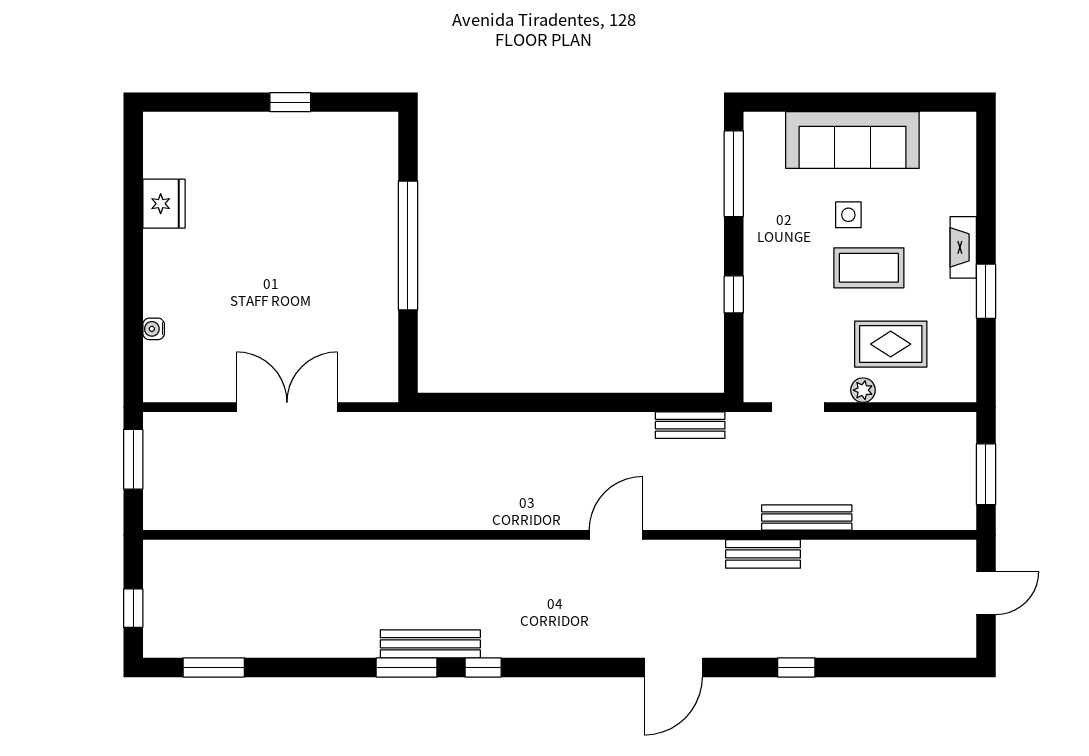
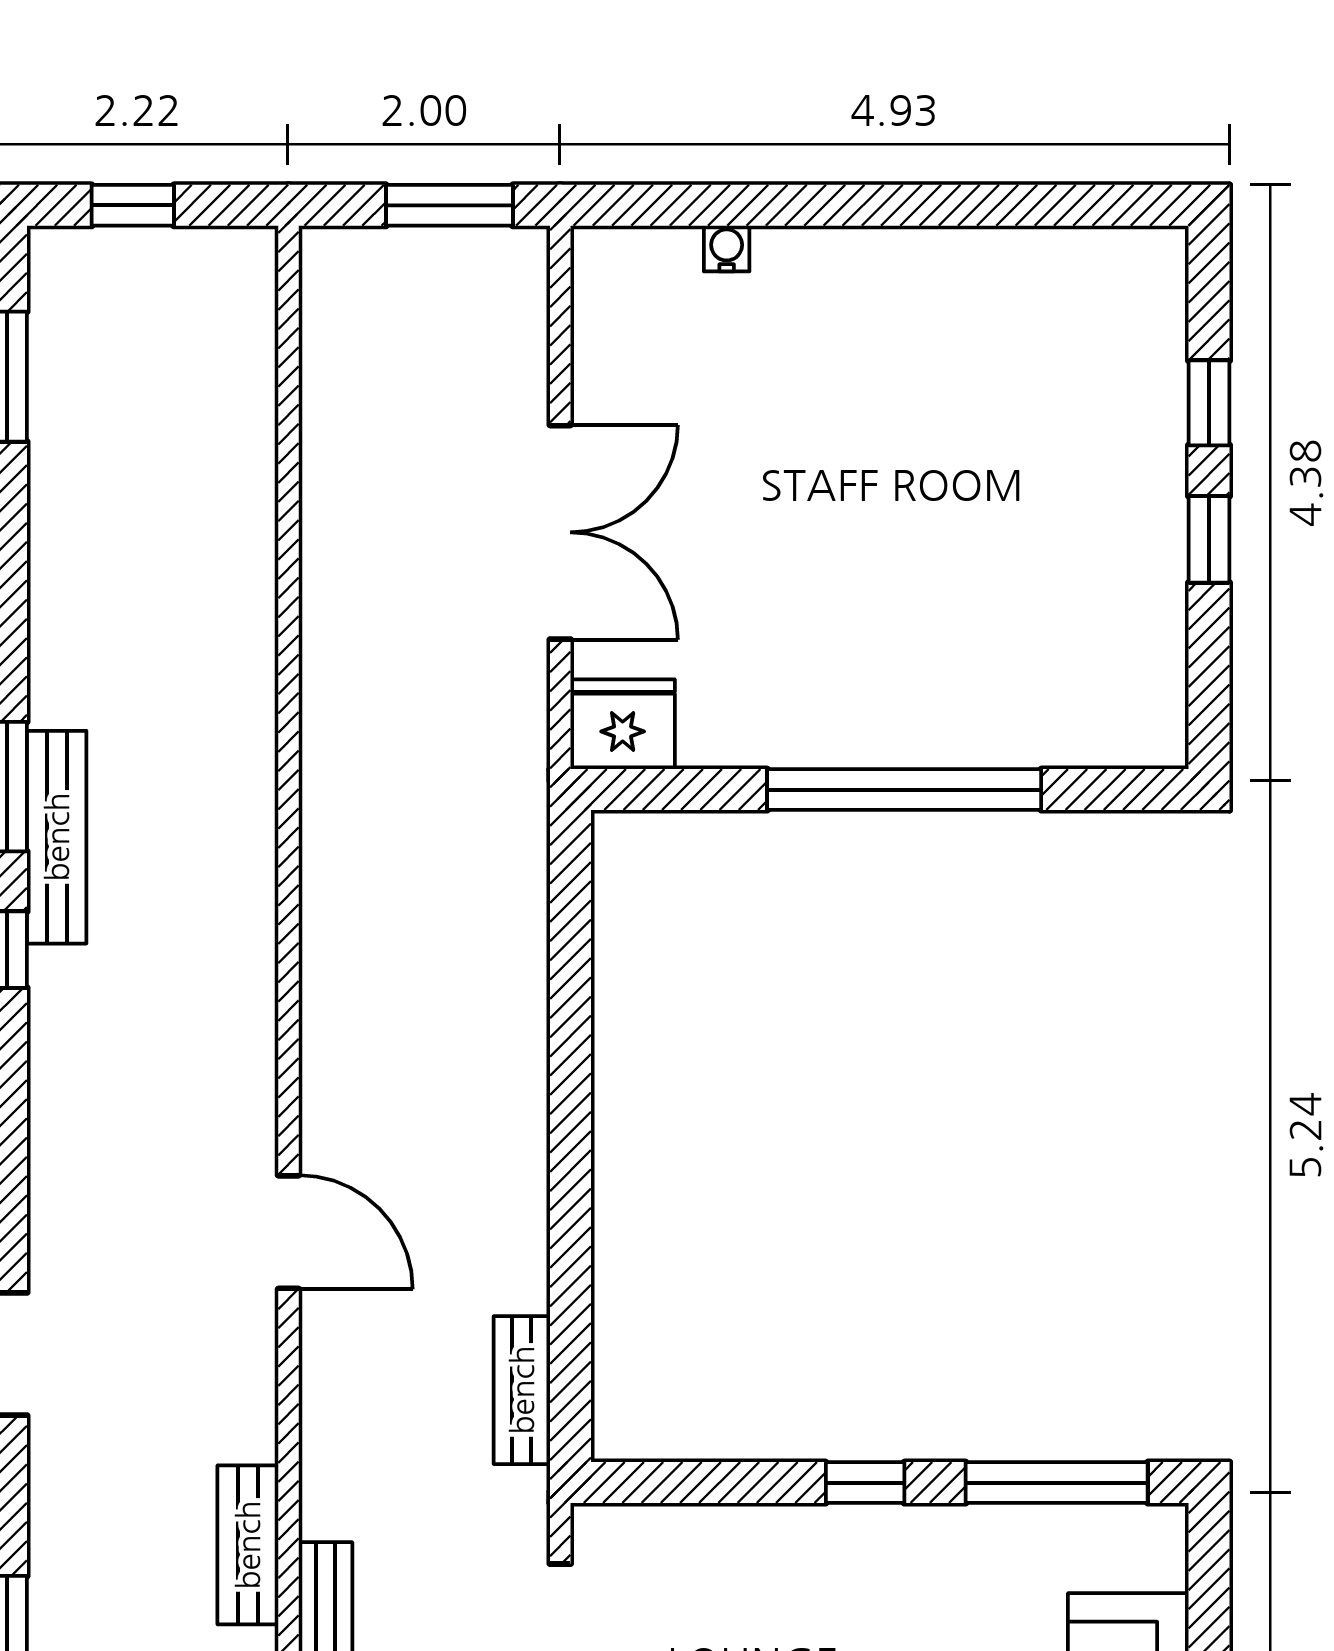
window: (226, 102) -> (1209, 403), added
fridge: (164, 204) -> (623, 724), moved, turned 180
window: (734, 294) -> (865, 1483), moved

